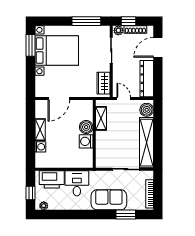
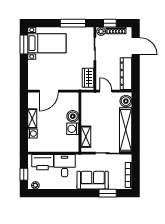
door: (158, 47) -> (136, 46), swing flipped
bed with nightstands: (57, 51) -> (47, 43), width x0.73
shelving: (101, 118) -> (86, 137), moved

